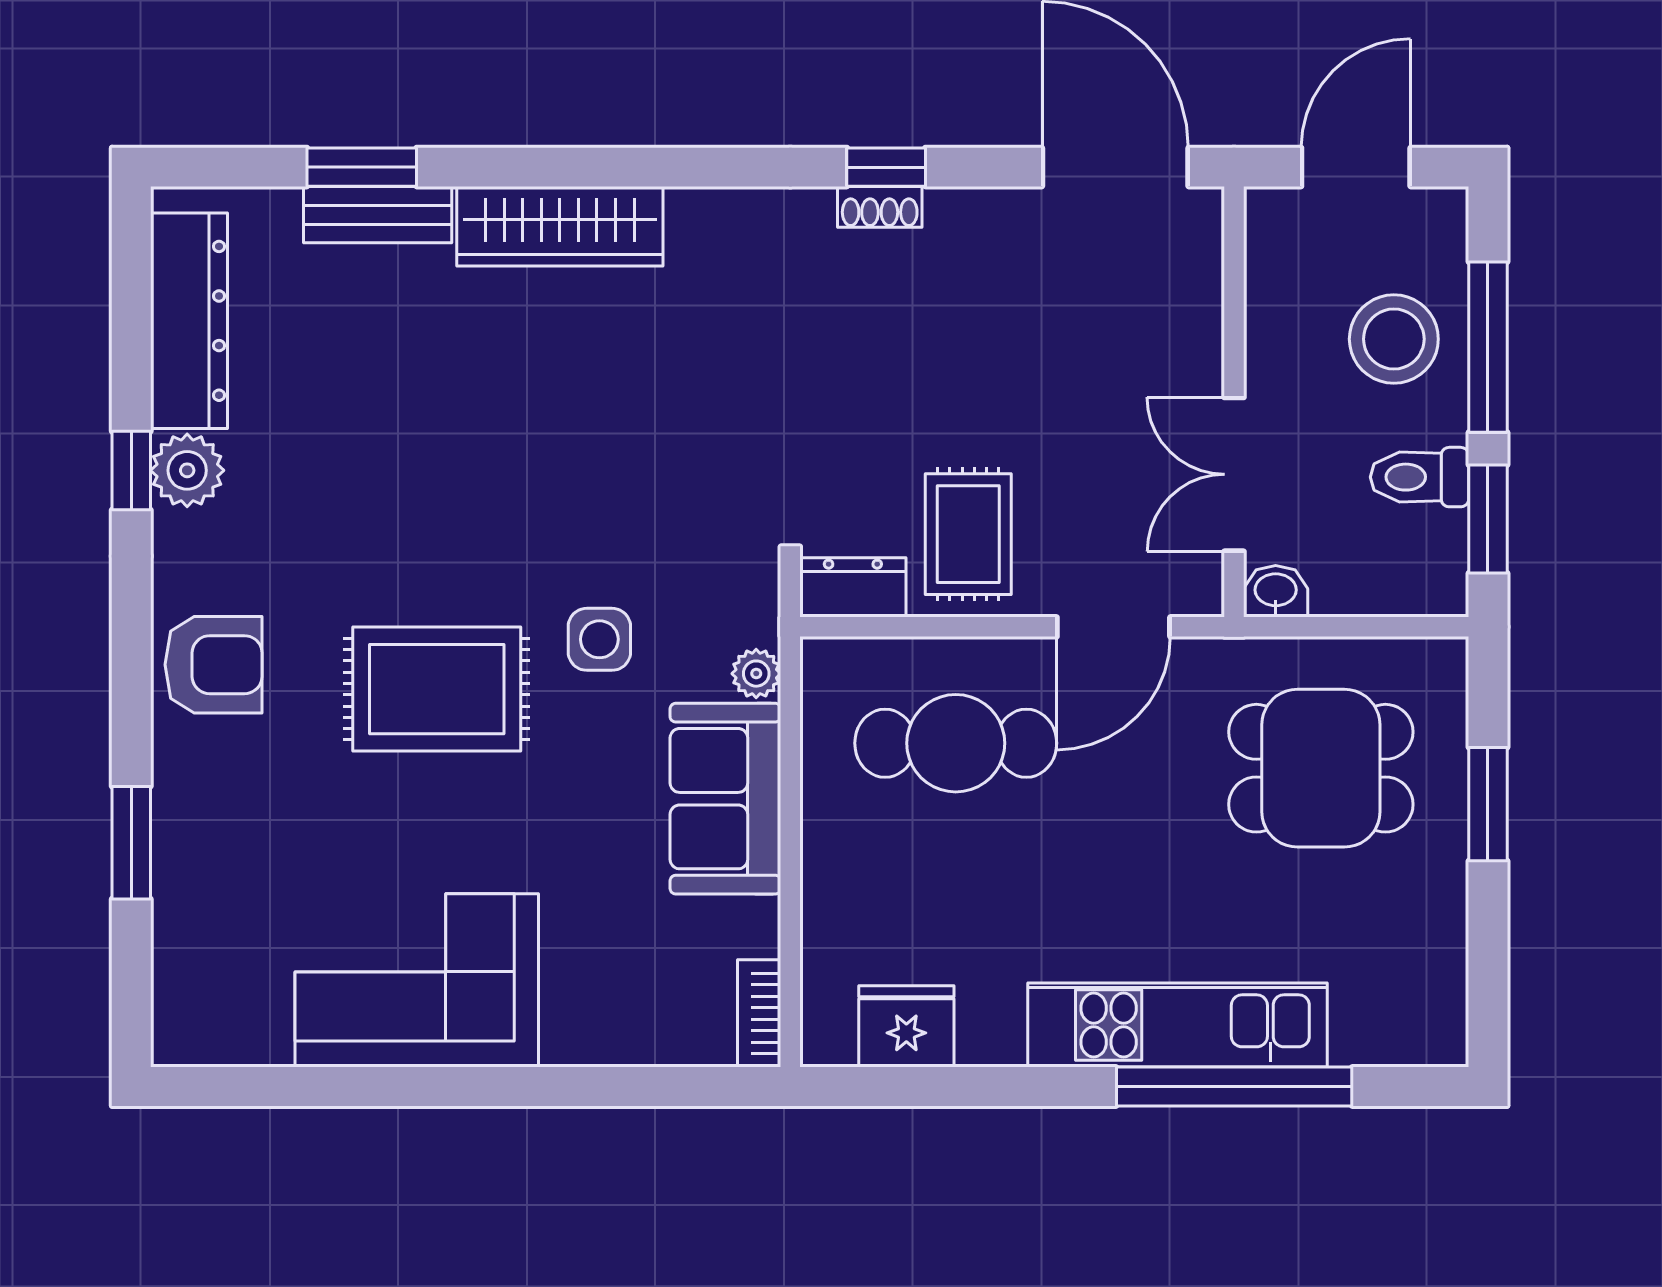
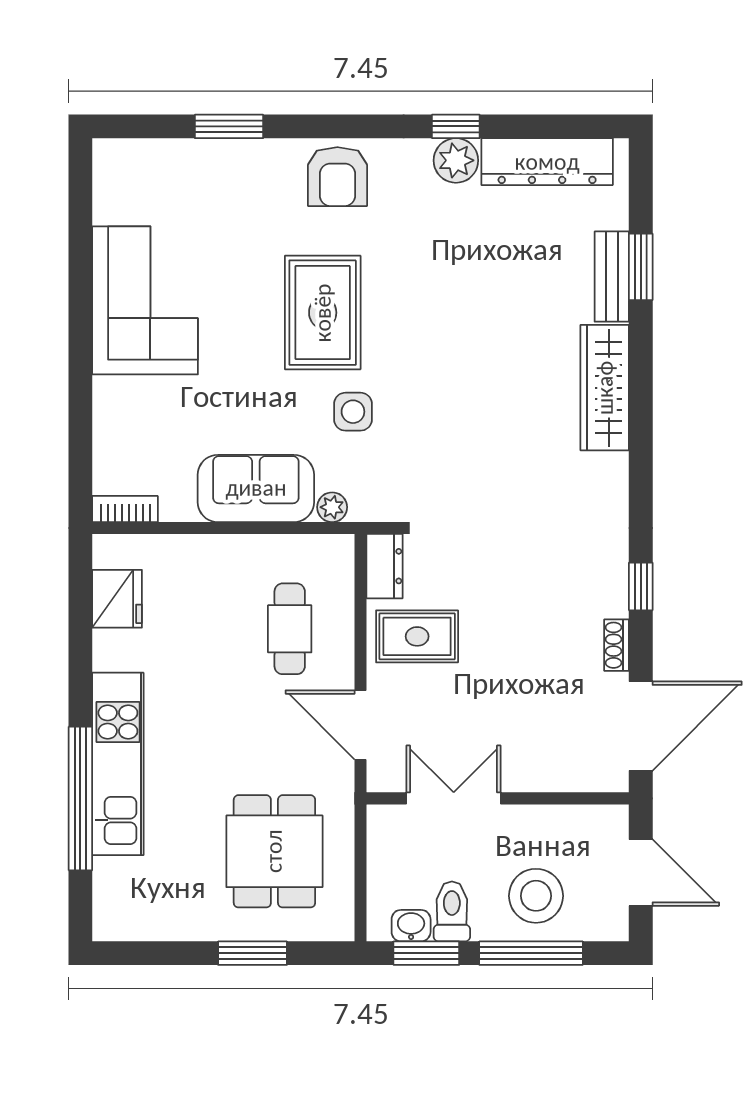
shoe rack: (880, 207) -> (617, 645), moved
washbasin: (1276, 591) -> (411, 926), moved, turned -90
cafe table: (956, 743) -> (290, 629), width x0.73, depth x0.74

